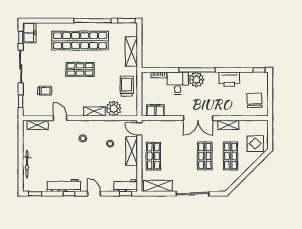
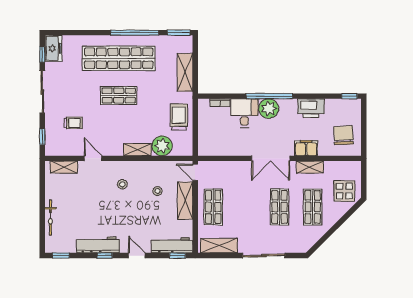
filing cabinet: (155, 110) -> (306, 148), moved
workbench: (126, 186) -> (172, 245), width x1.38

